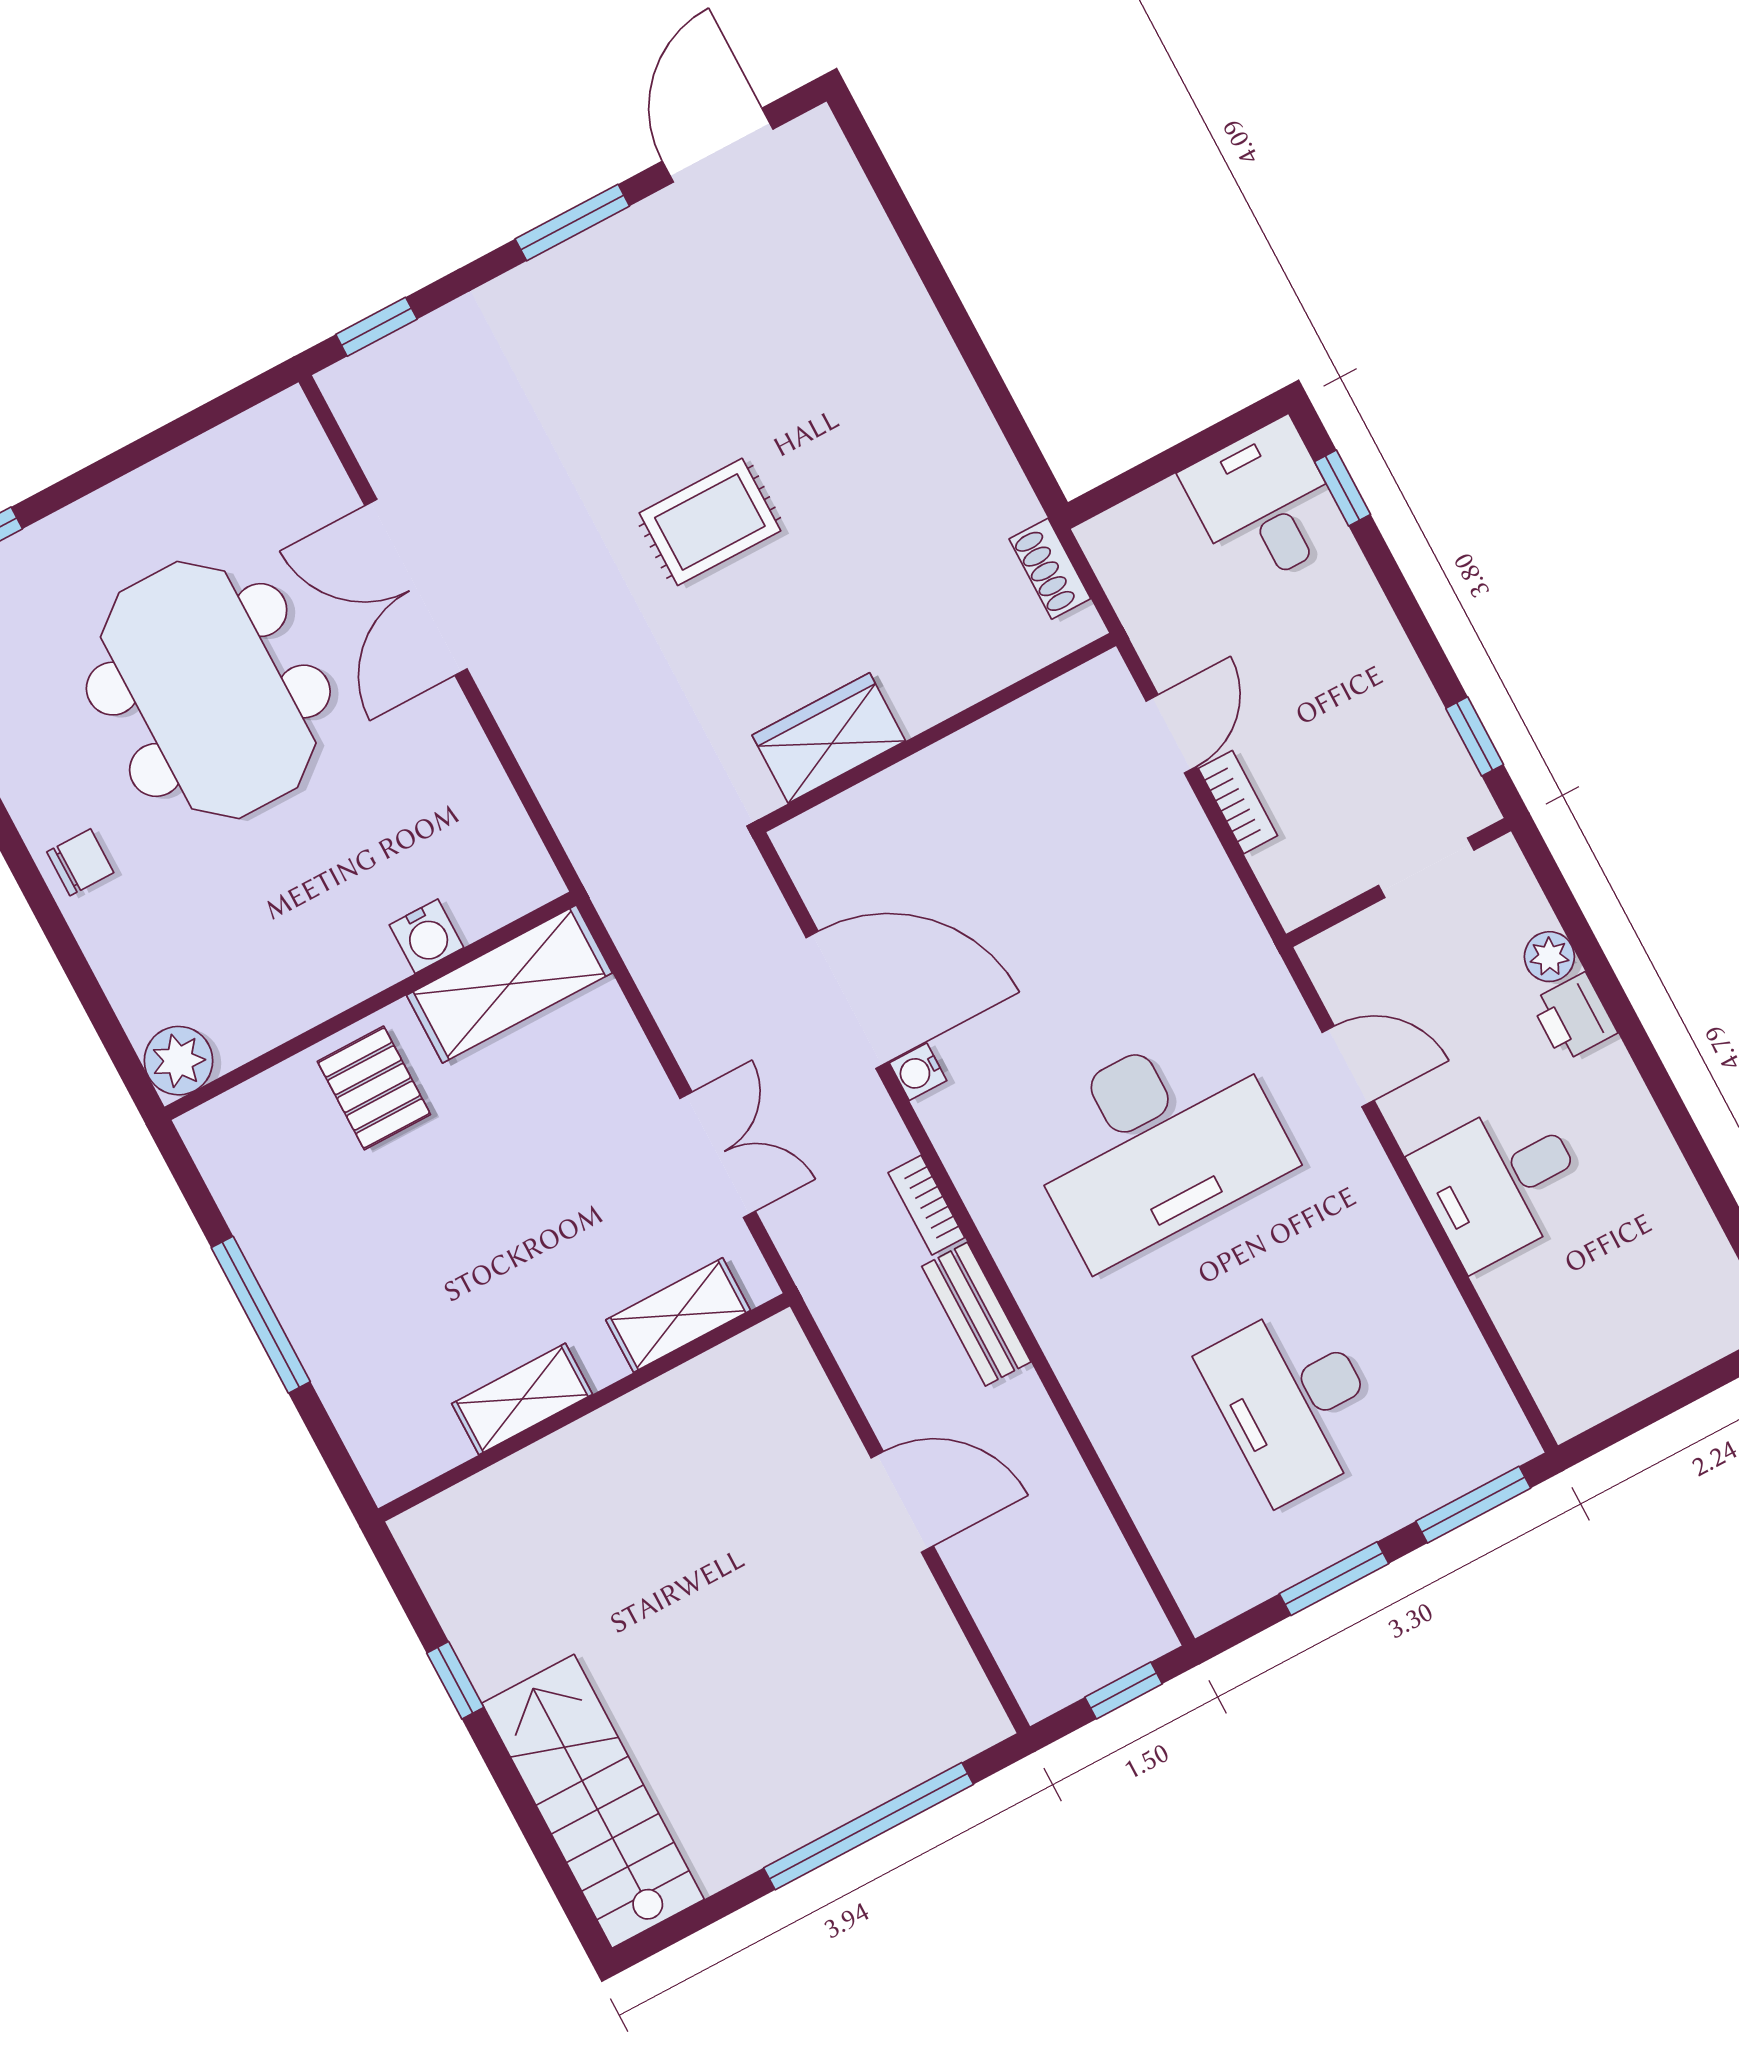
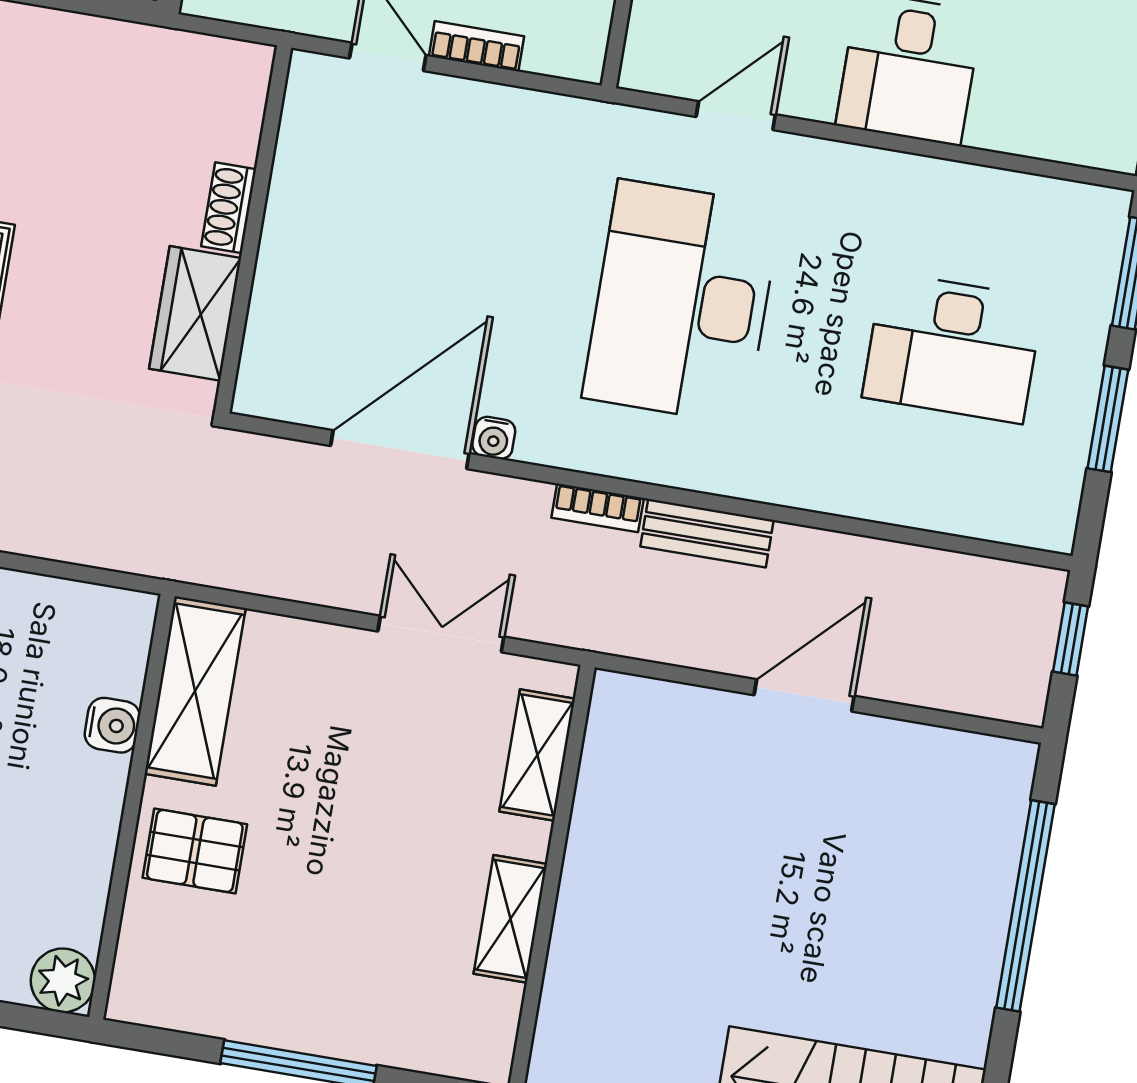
shoe rack: (1050, 569) -> (229, 208), moved, turned 90
desk: (1156, 1142) -> (682, 302), turned 180

